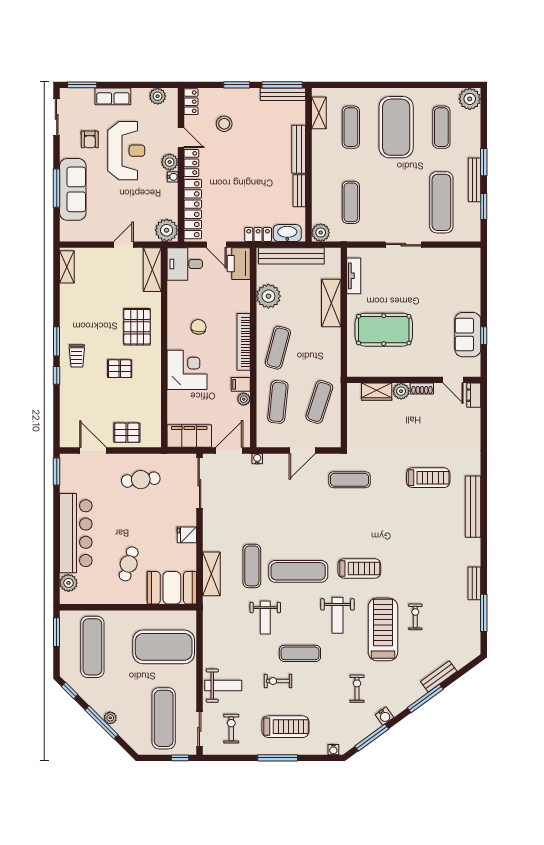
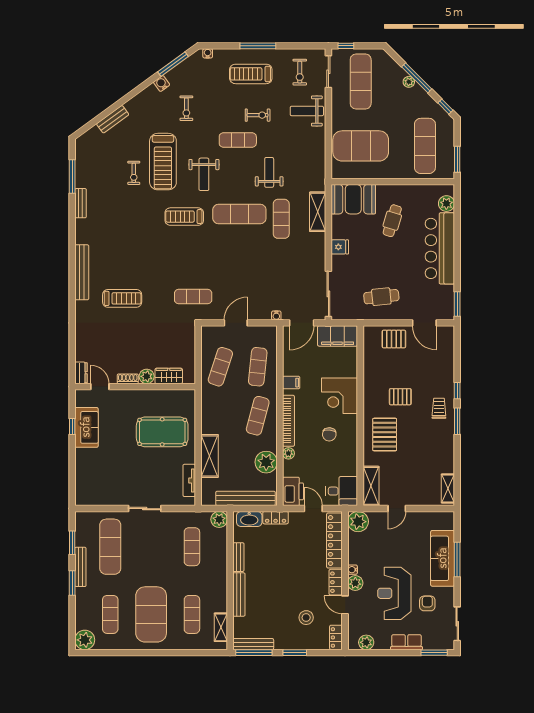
plant: (244, 399) -> (288, 453), moved
treadmill: (428, 478) -> (122, 298), turned 180
weight bench: (337, 615) -> (204, 174), turned 180
window: (425, 699) -> (125, 99), removed

